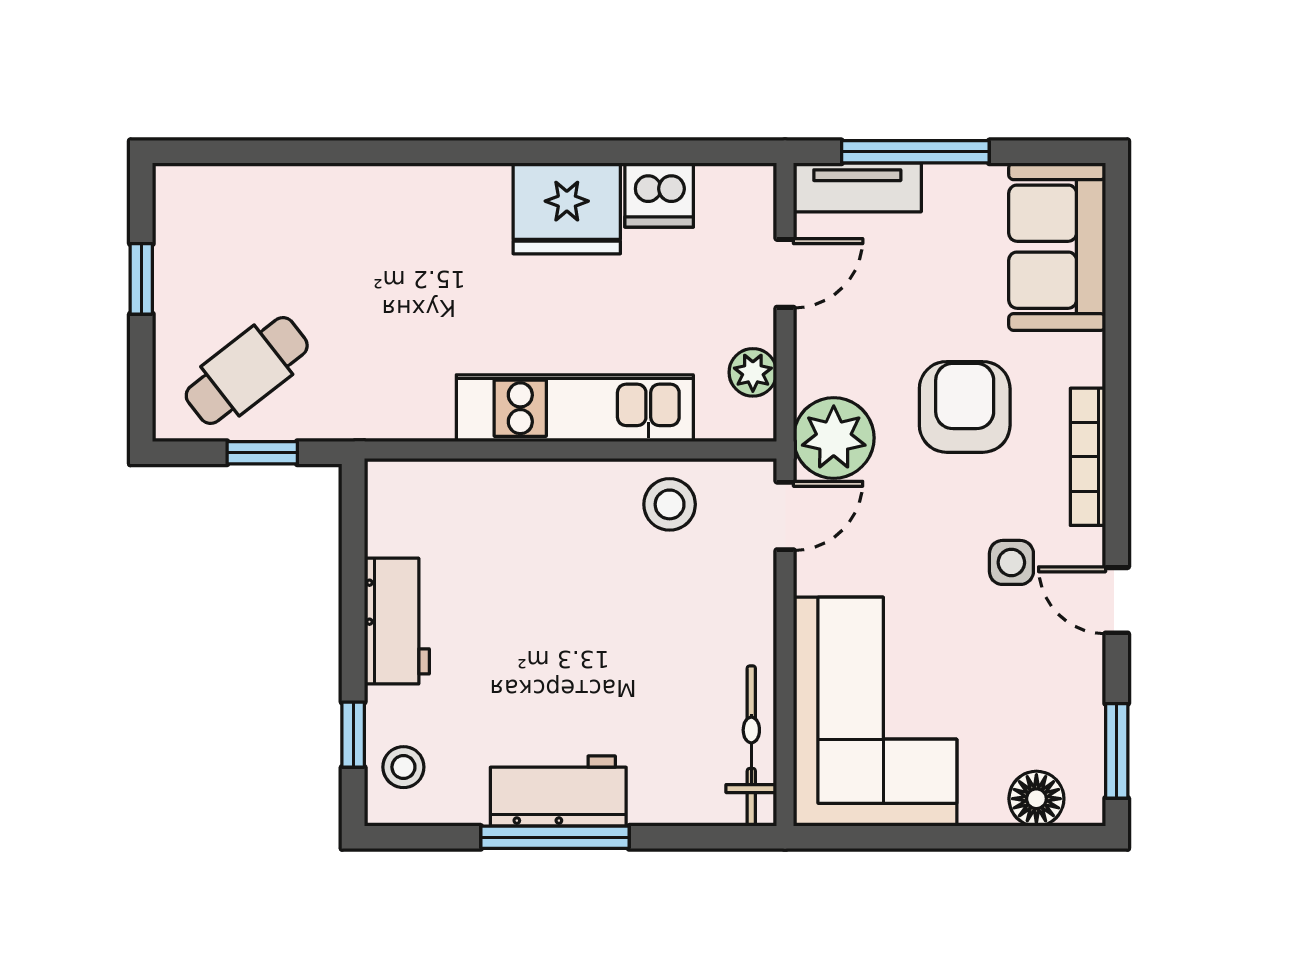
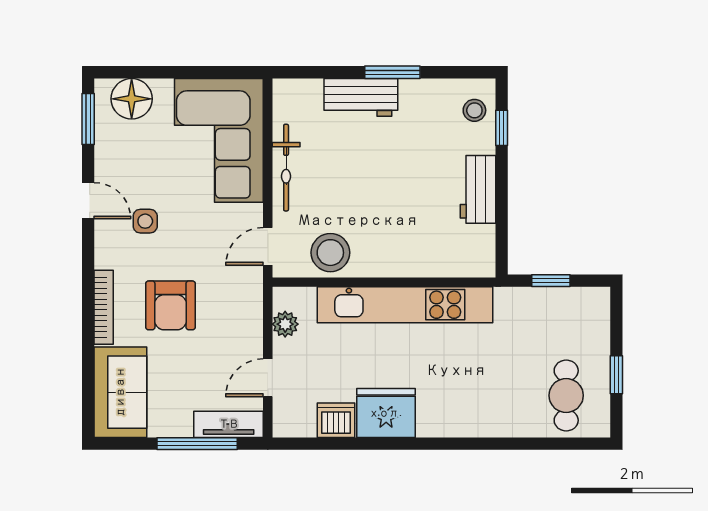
cafe table: (247, 371) -> (566, 395), moved, turned -52
kitchen unit: (575, 408) -> (405, 305), width x1.36
plant: (834, 438) -> (241, 289), removed
bookcase: (1088, 457) -> (104, 307), moved
stool: (670, 504) -> (330, 253), width x1.38, depth x1.38
bicycle: (751, 746) -> (286, 168), moved
workbench: (558, 791) -> (361, 97), moved
floor lamp: (1036, 799) -> (132, 99), width x1.38, depth x1.38
window: (555, 837) -> (392, 72), width x0.69

